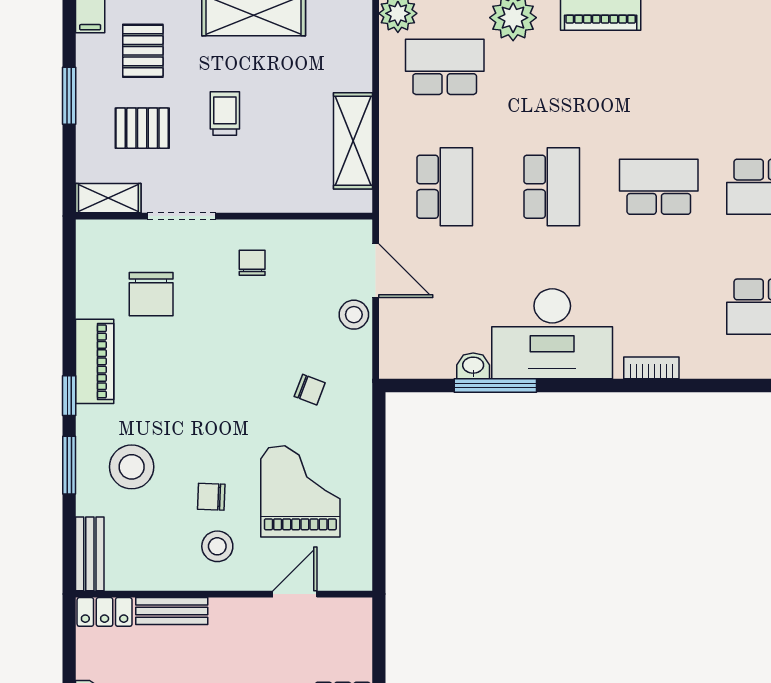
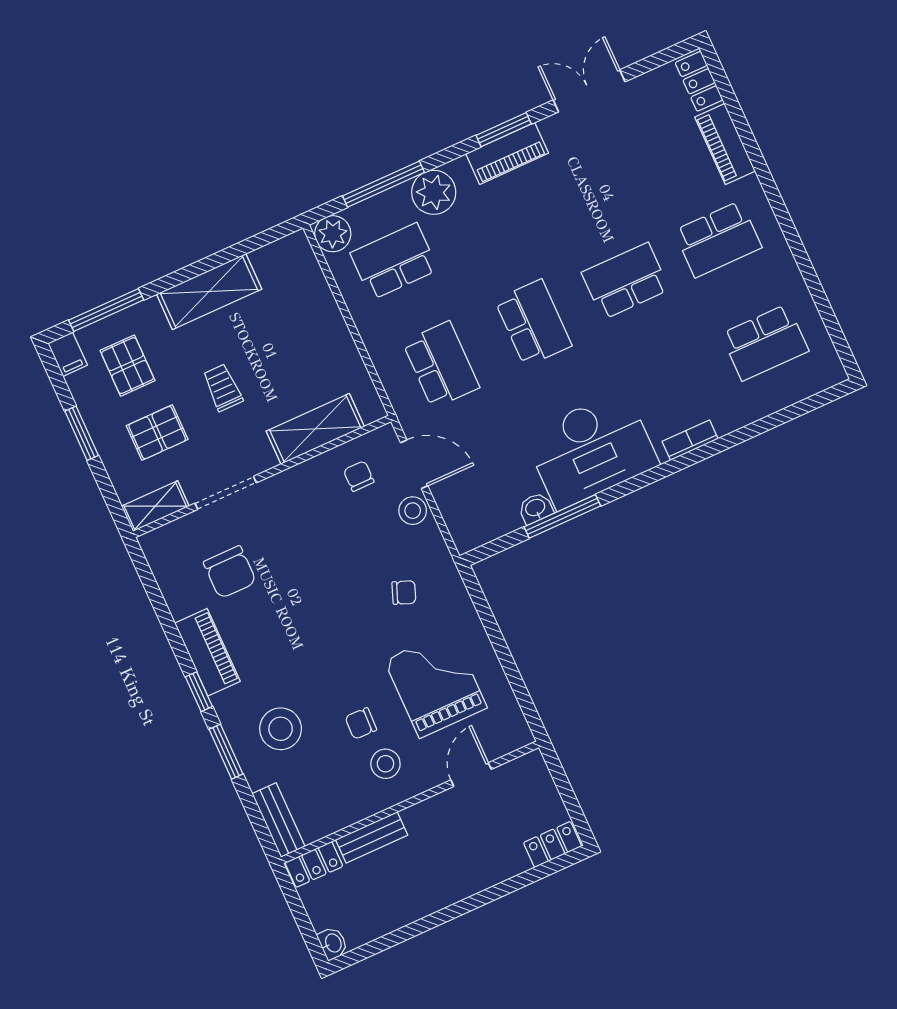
shelving: (353, 141) -> (315, 429), moved, turned 90
chair: (252, 263) -> (359, 476), moved

